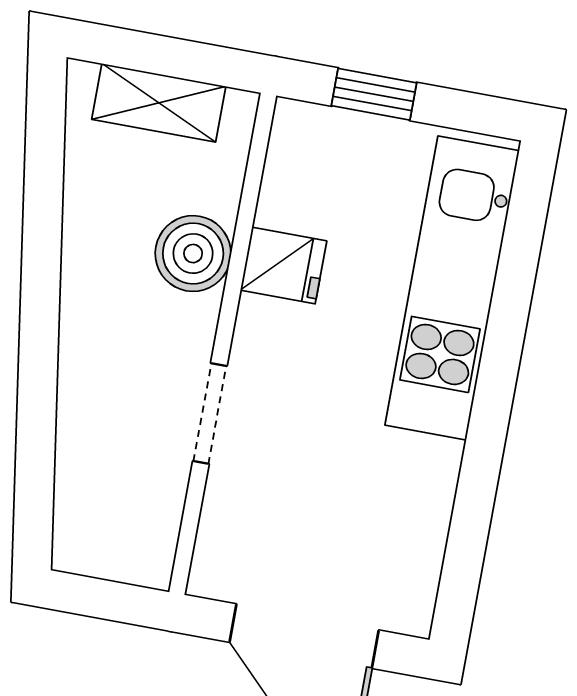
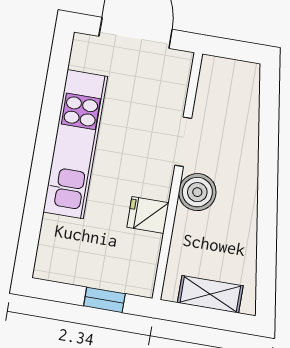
boiler: (193, 254) -> (197, 192), moved
kitchen unit: (452, 288) -> (75, 144), moved

